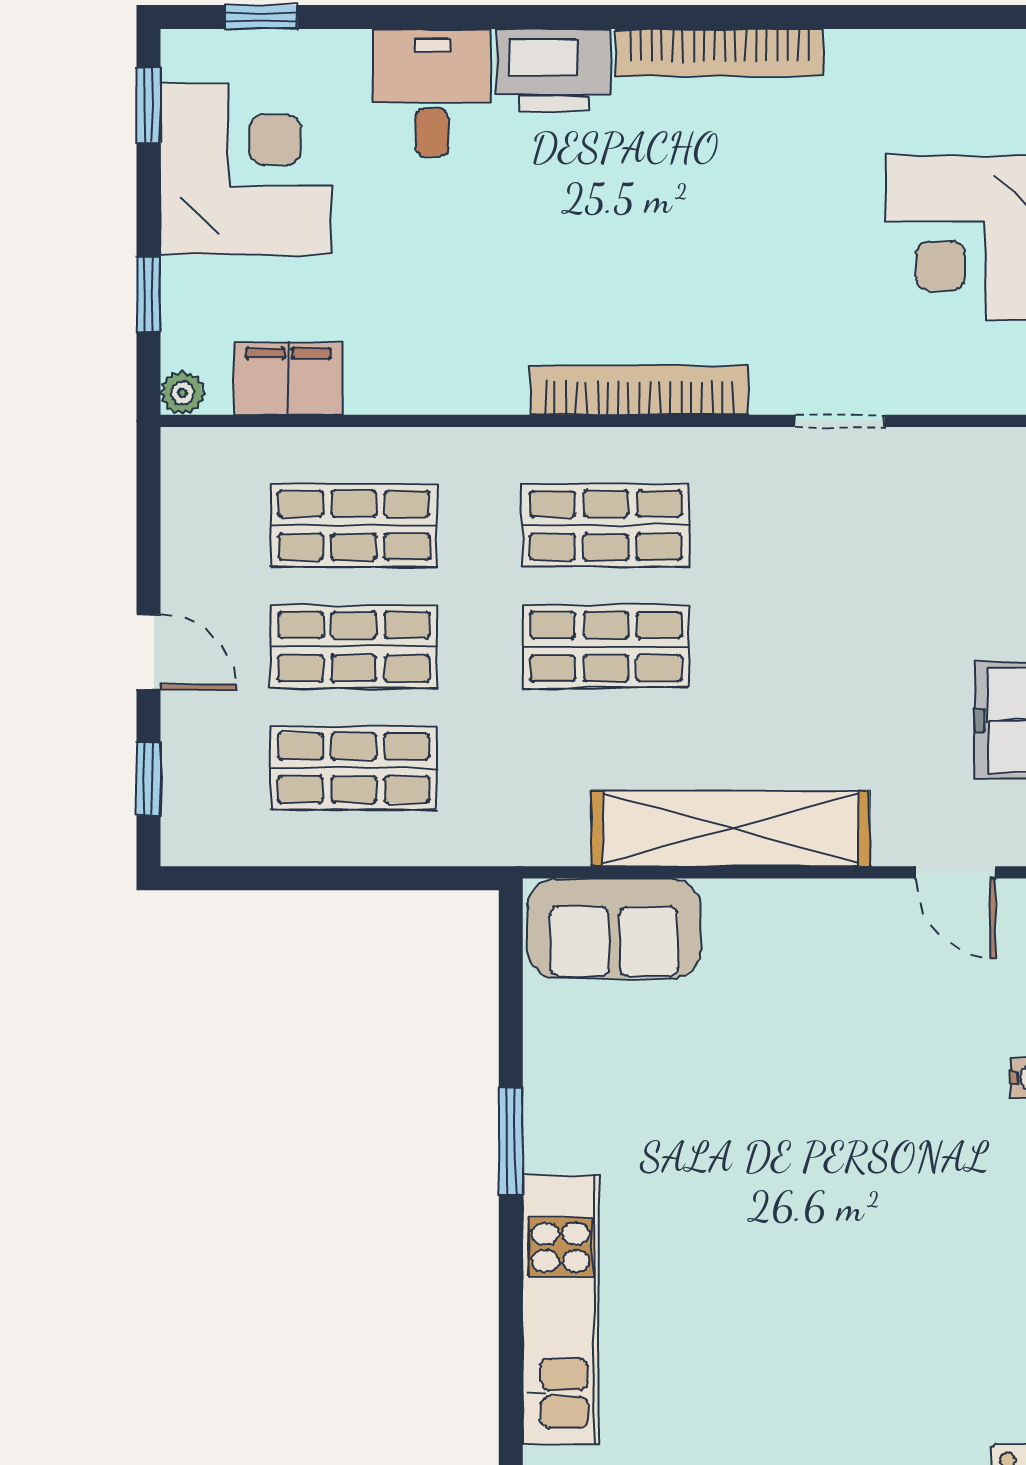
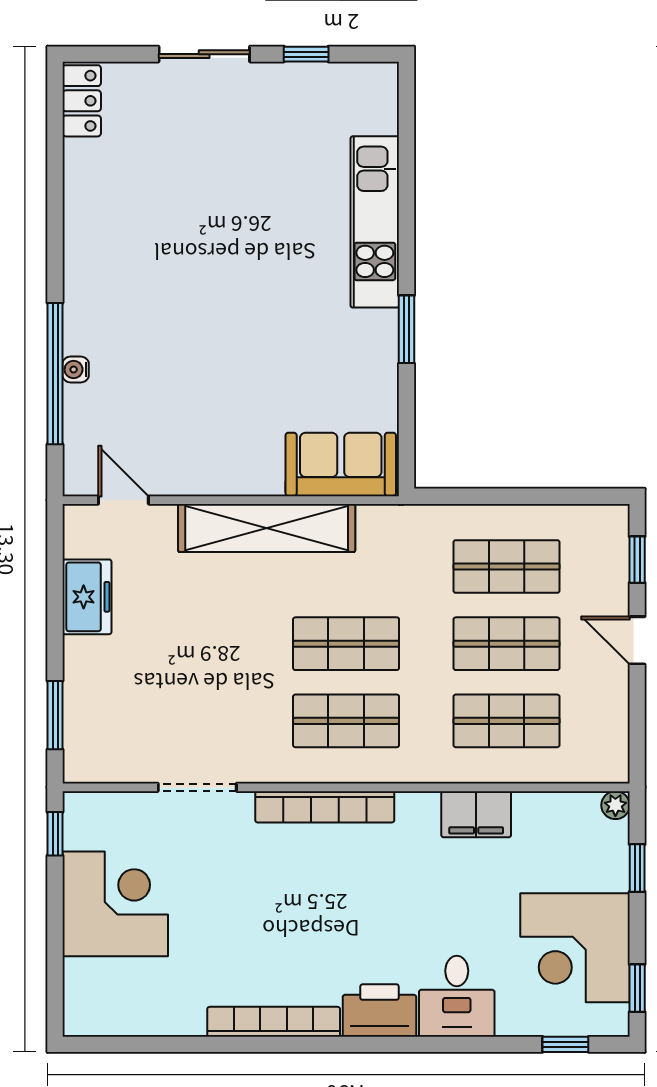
filing cabinet: (288, 379) -> (476, 814), moved
doorway: (840, 421) -> (197, 787), width x1.38

